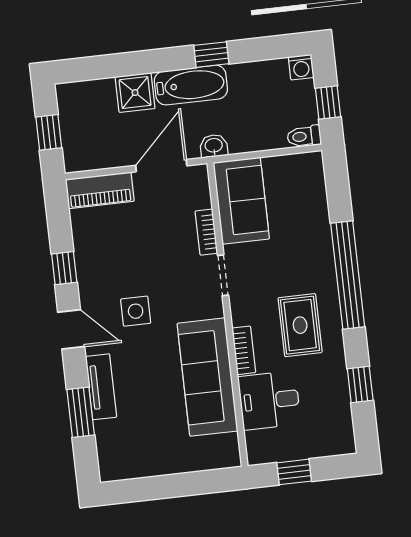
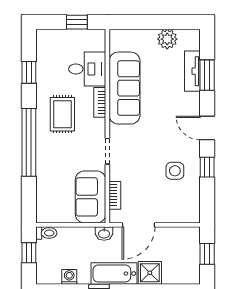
washing machine: (301, 67) -> (69, 277), moved
piano: (100, 190) -> (179, 214), removed
bookcase: (206, 232) -> (115, 195), moved
side table: (136, 311) -> (175, 171), moved
tv unit: (101, 387) -> (192, 71), moved
plant: (149, 462) -> (167, 39), added

